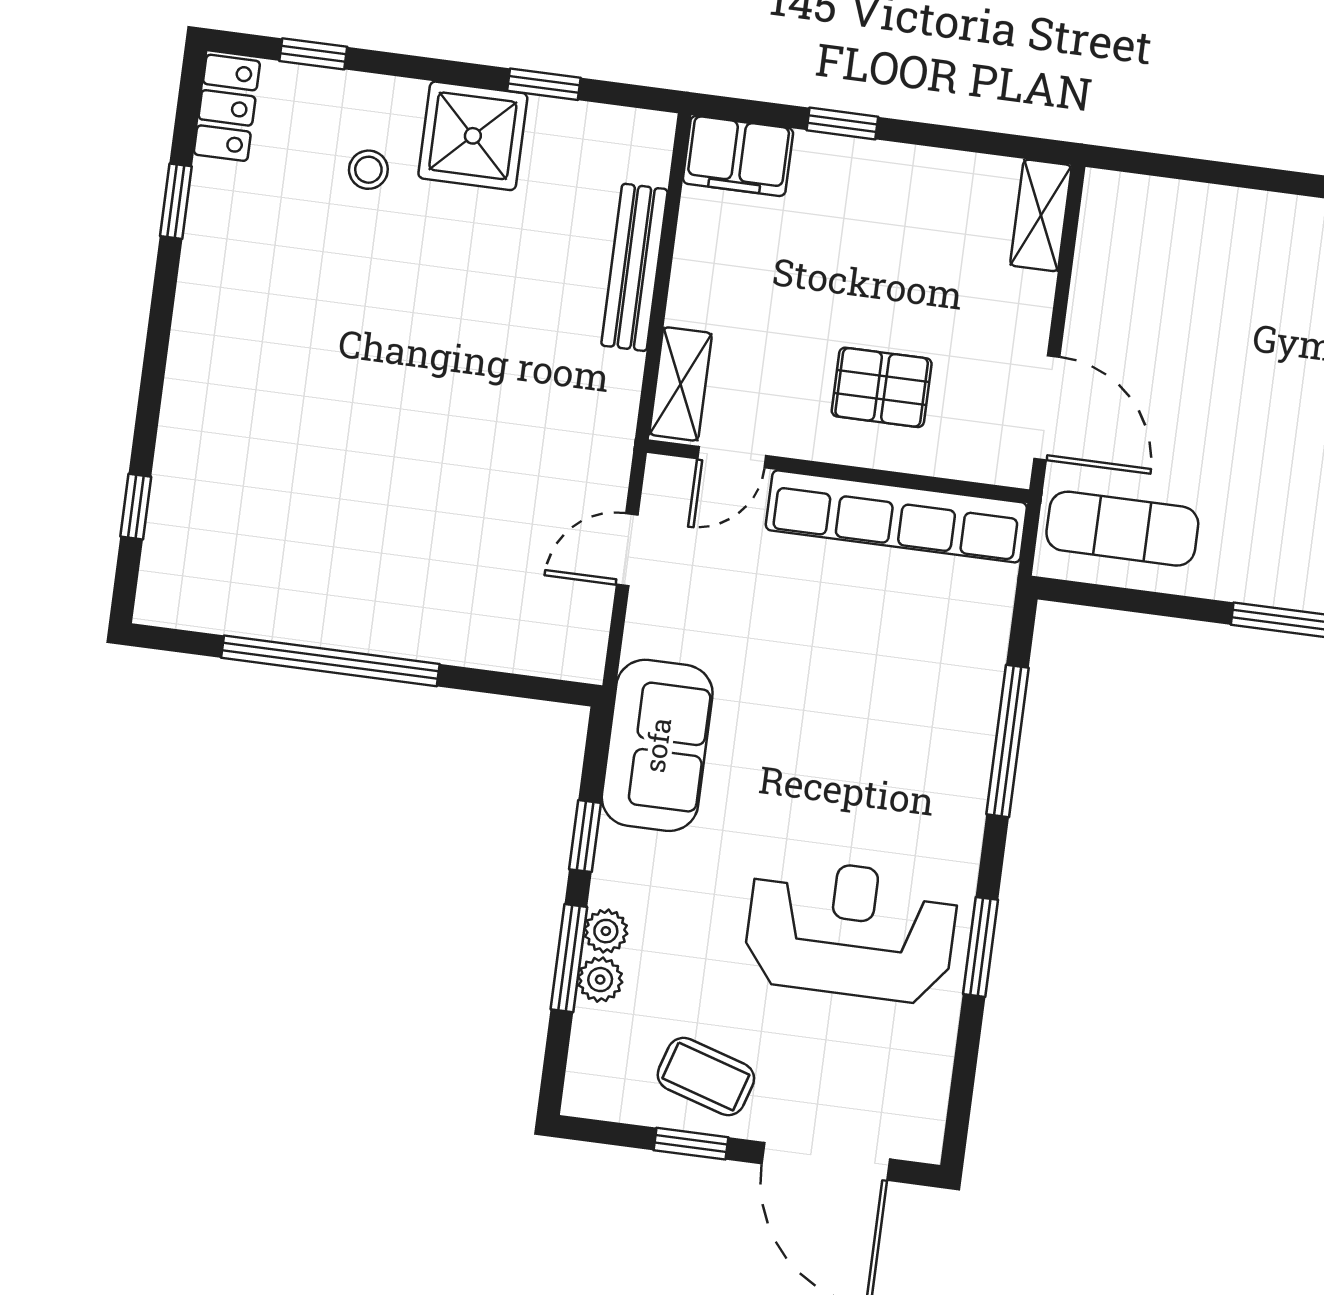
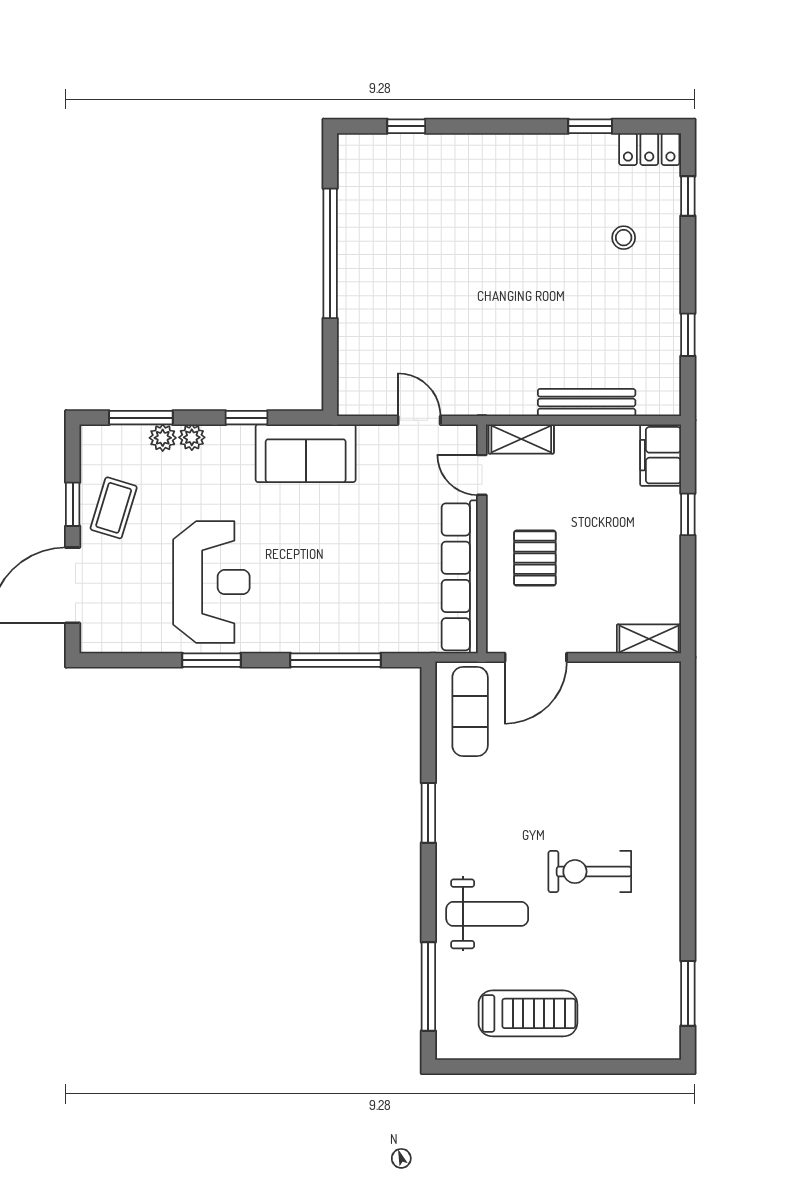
shower: (473, 136) -> (652, 297), removed
window: (569, 958) -> (141, 418), moved

